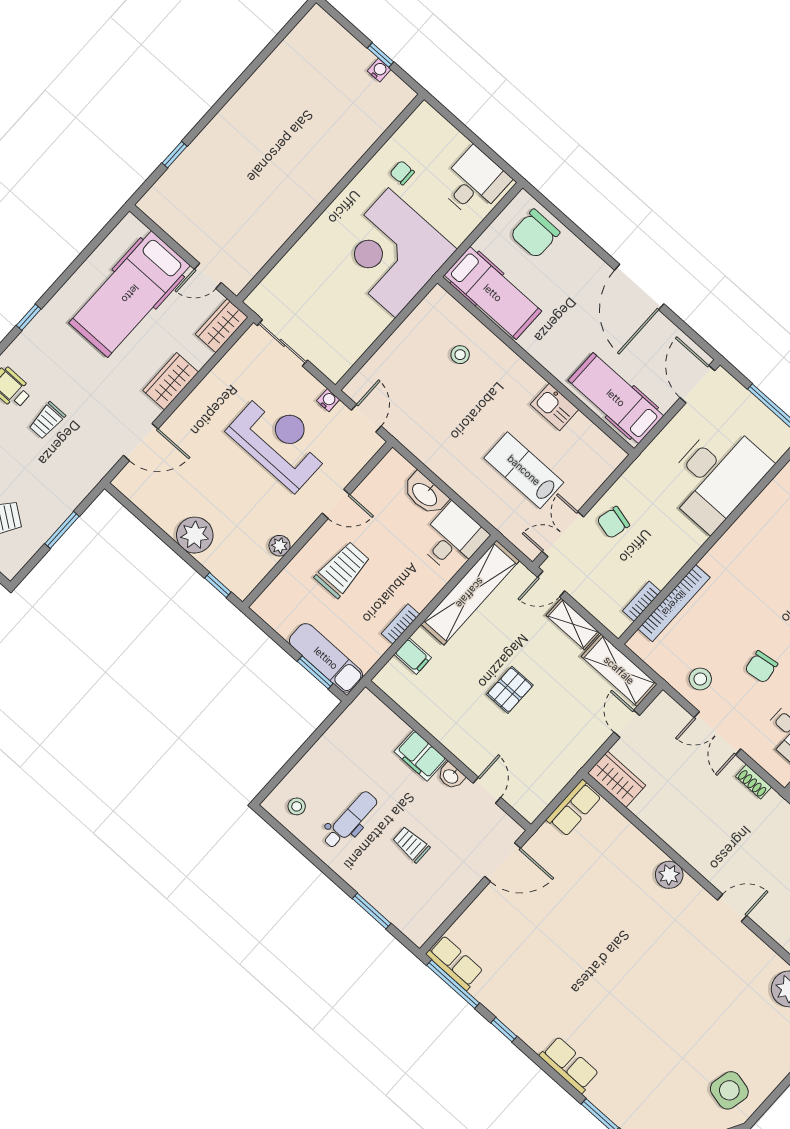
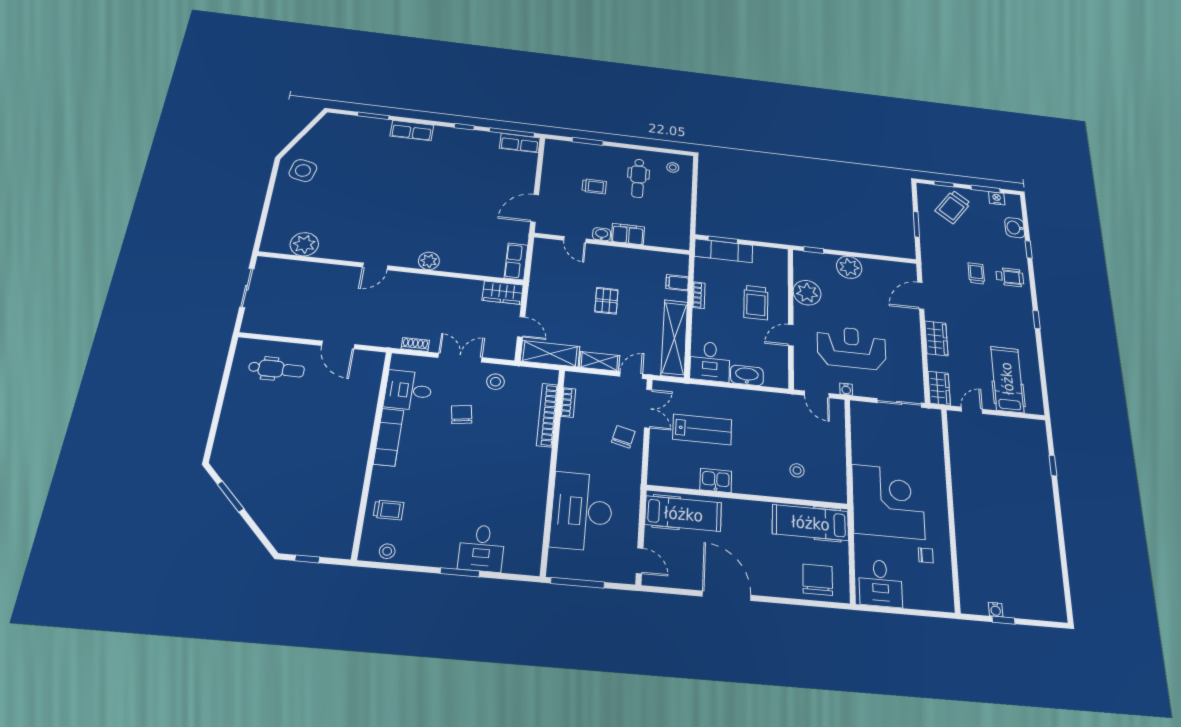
hospital bed: (130, 294) -> (1007, 379), width x0.73, depth x0.78
door: (697, 384) -> (640, 561), width x0.73
reception desk: (279, 441) -> (852, 348), turned 180
plant: (280, 546) -> (807, 293), width x1.88, depth x1.88

